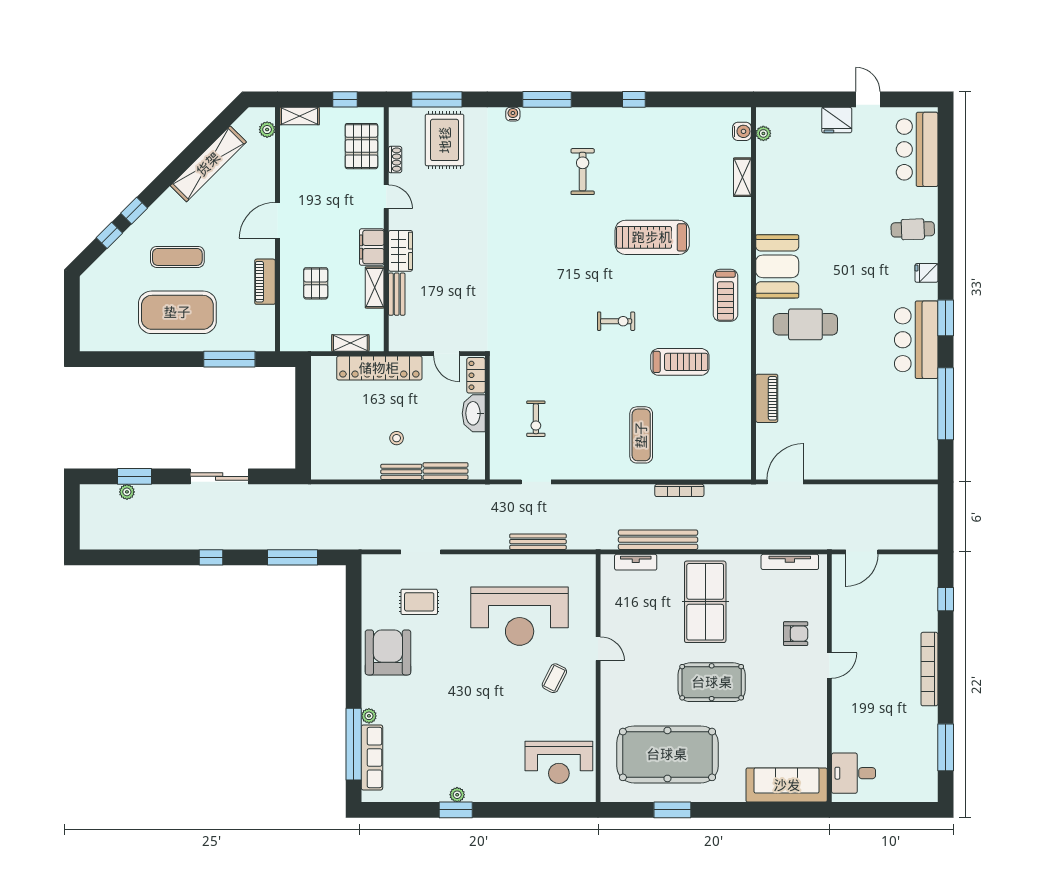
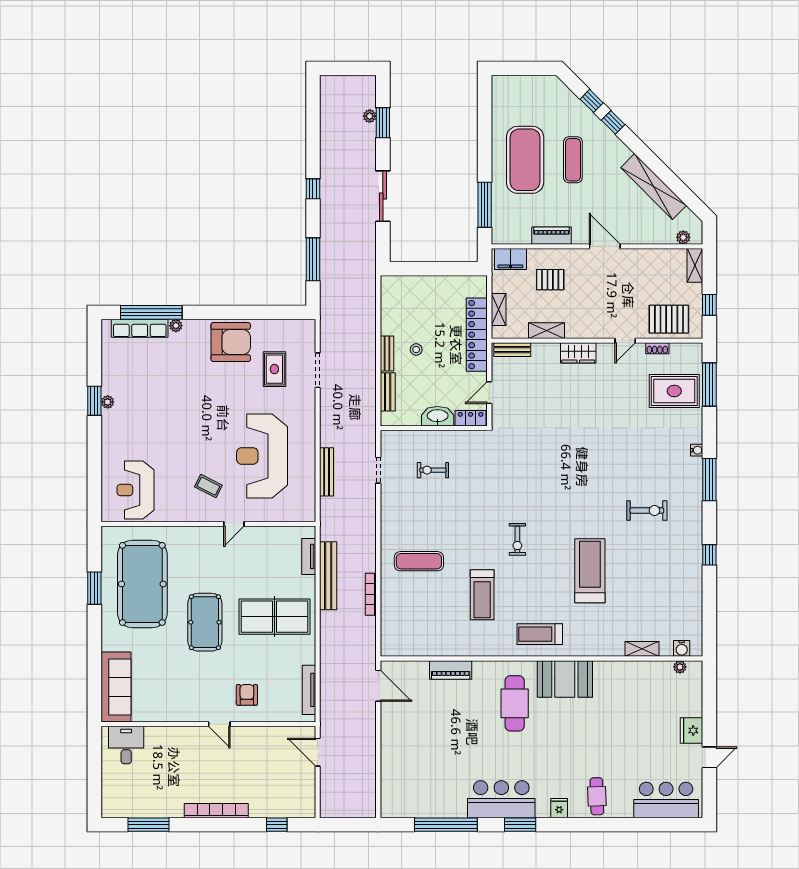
filing cabinet: (372, 247) -> (510, 259), moved, turned 180
bench: (397, 294) -> (512, 350), moved
armchair: (796, 634) -> (247, 695), turned 180

